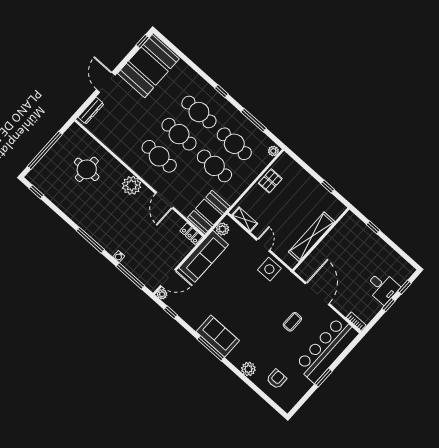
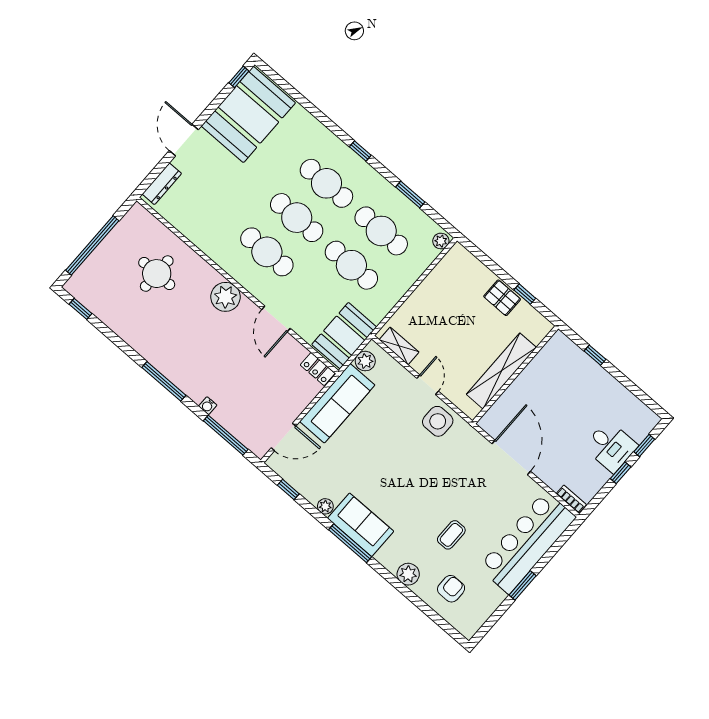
window: (254, 120) -> (410, 194), width x0.69
pallet: (270, 181) -> (502, 298), moved, turned 90
plant: (162, 294) -> (325, 506), moved
coffee table: (292, 322) -> (451, 535), moved

